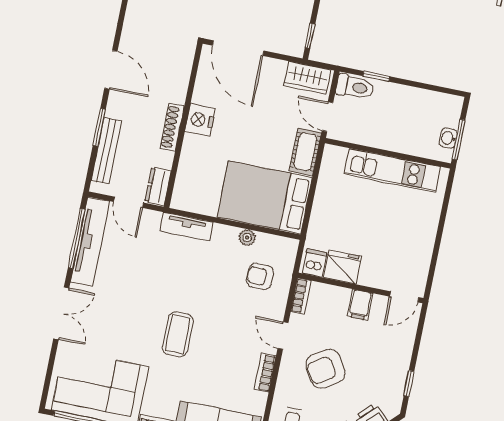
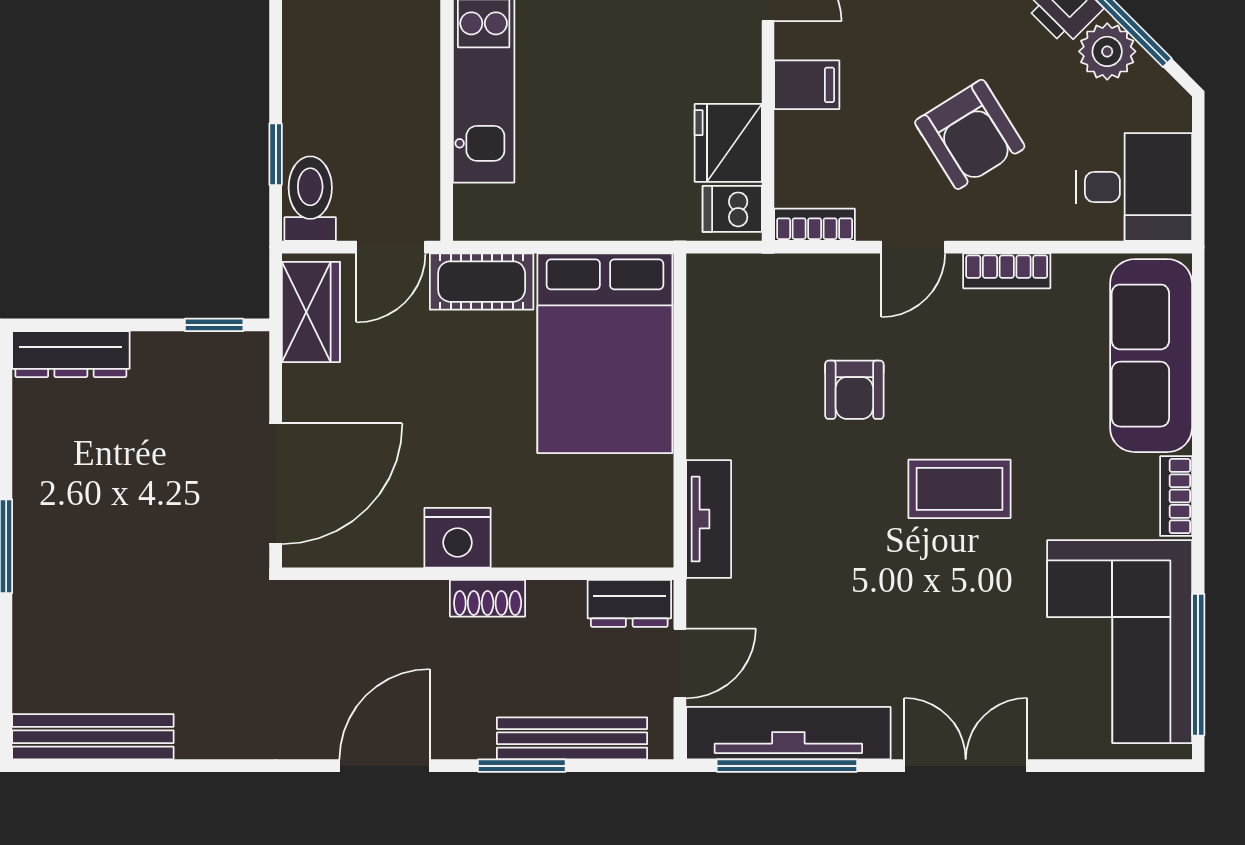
shoe rack: (172, 127) -> (488, 598), width x0.70
plant: (247, 238) -> (705, 375), removed
armchair: (260, 276) -> (854, 390), moved

